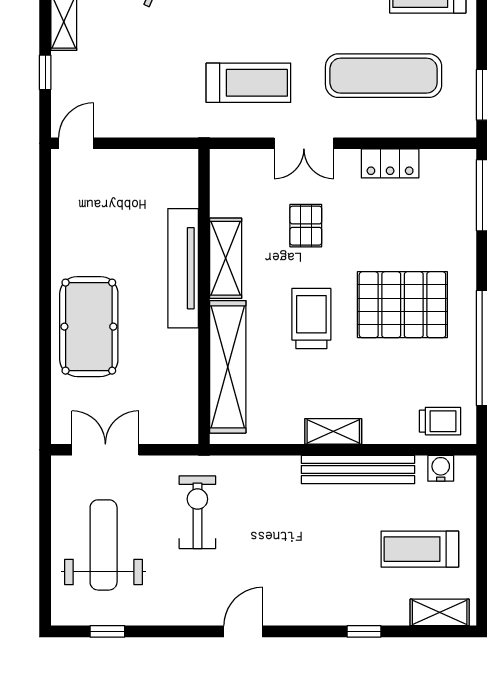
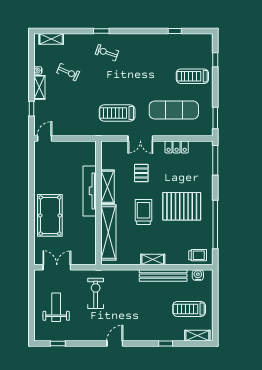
treadmill: (248, 83) -> (117, 113), turned 180
weight bench: (104, 545) -> (56, 307), width x0.73, depth x0.75

